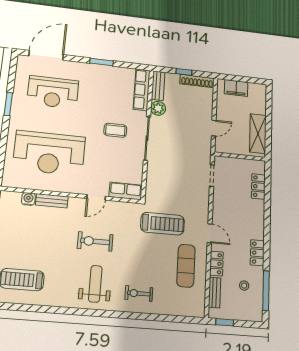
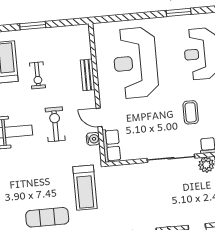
coffee table: (115, 130) -> (191, 112), moved
water cooler: (28, 199) -> (93, 139), moved
exercise bike: (139, 293) -> (37, 75), moved, turned 180

